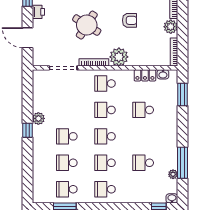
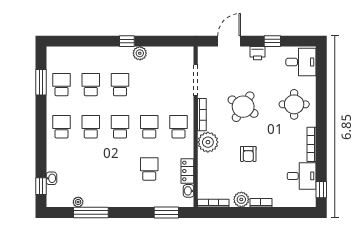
school desk: (143, 163) -> (91, 169), removed
washbasin: (172, 198) -> (51, 178), moved

